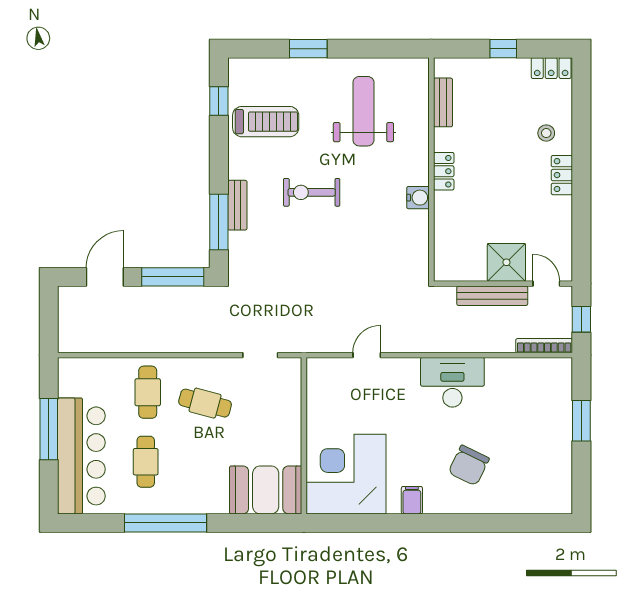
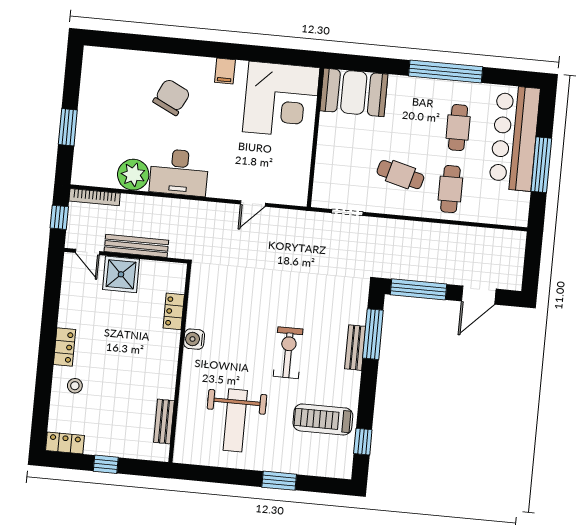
locker: (444, 171) -> (174, 311), moved
exercise bike: (312, 192) -> (288, 353), turned -90
plant: (503, 375) -> (133, 175), added

